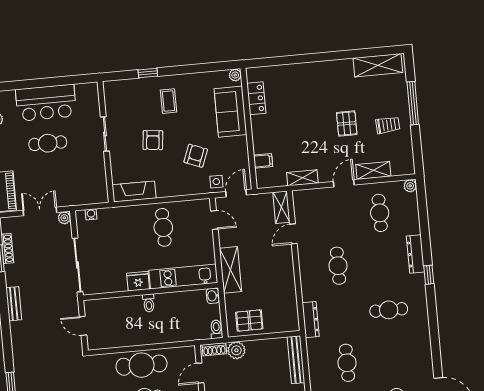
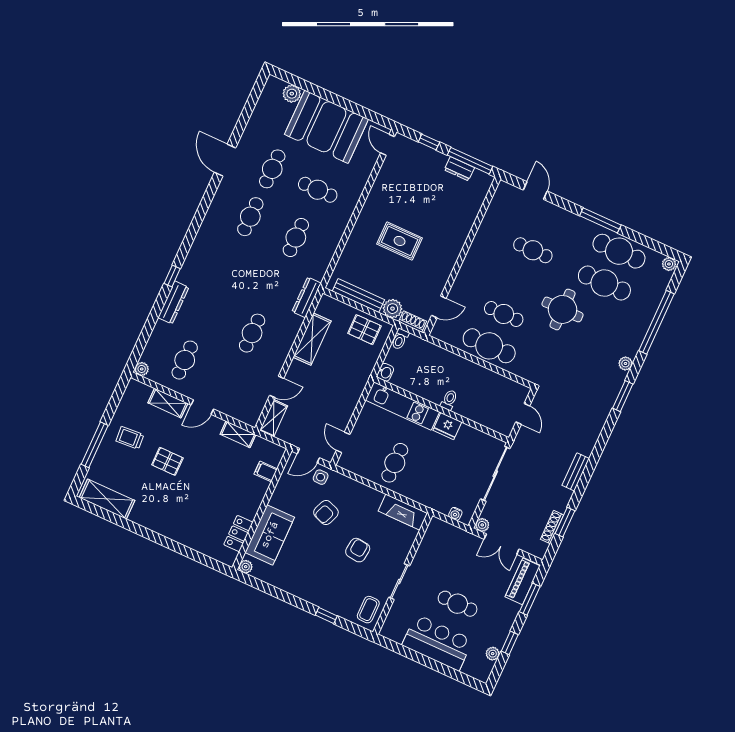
coffee table: (168, 101) -> (368, 610), moved
pallet: (347, 124) -> (167, 461), turned 90
shelving: (230, 270) -> (312, 339), moved
cafe table: (389, 310) -> (250, 217), moved, turned 90
bench: (296, 360) -> (358, 296), moved, turned 90

